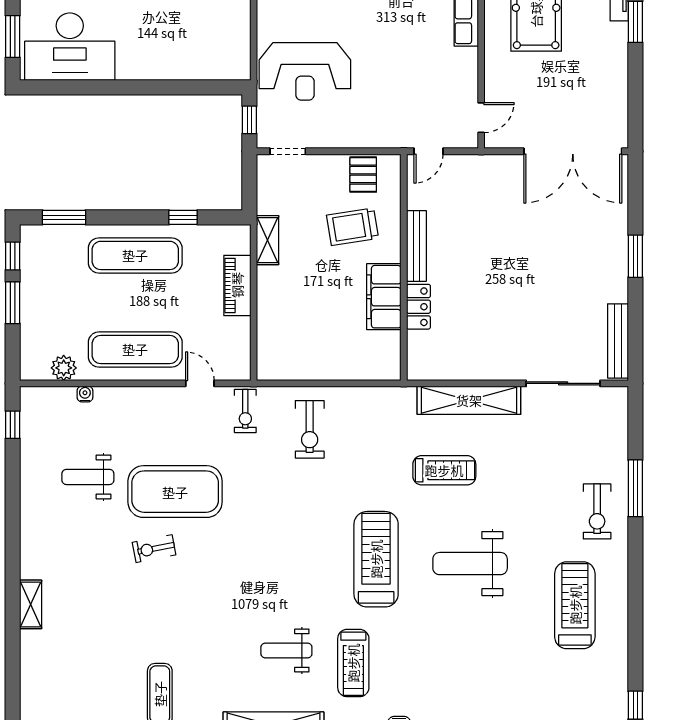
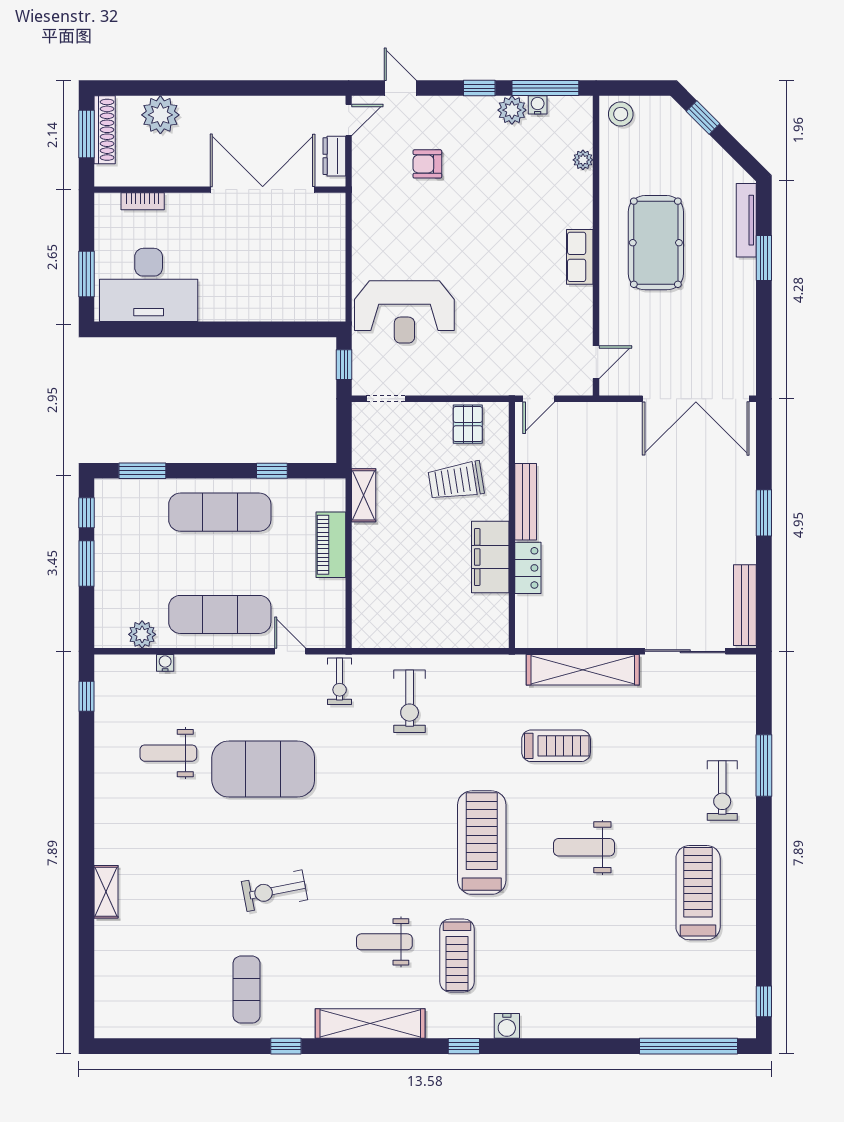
exercise bike: (154, 549) -> (274, 891), moved, width x1.38, depth x1.39
weight bench: (470, 564) -> (584, 847), width x0.73, depth x0.75

